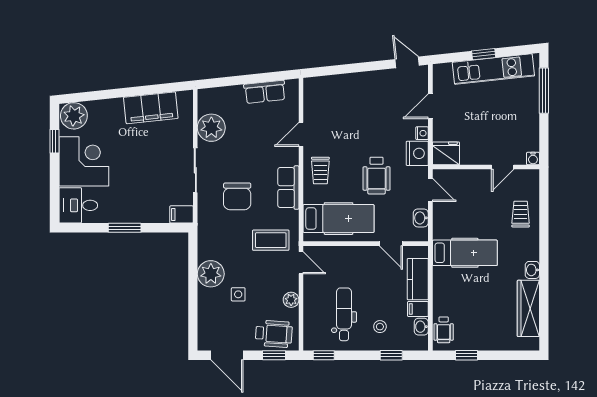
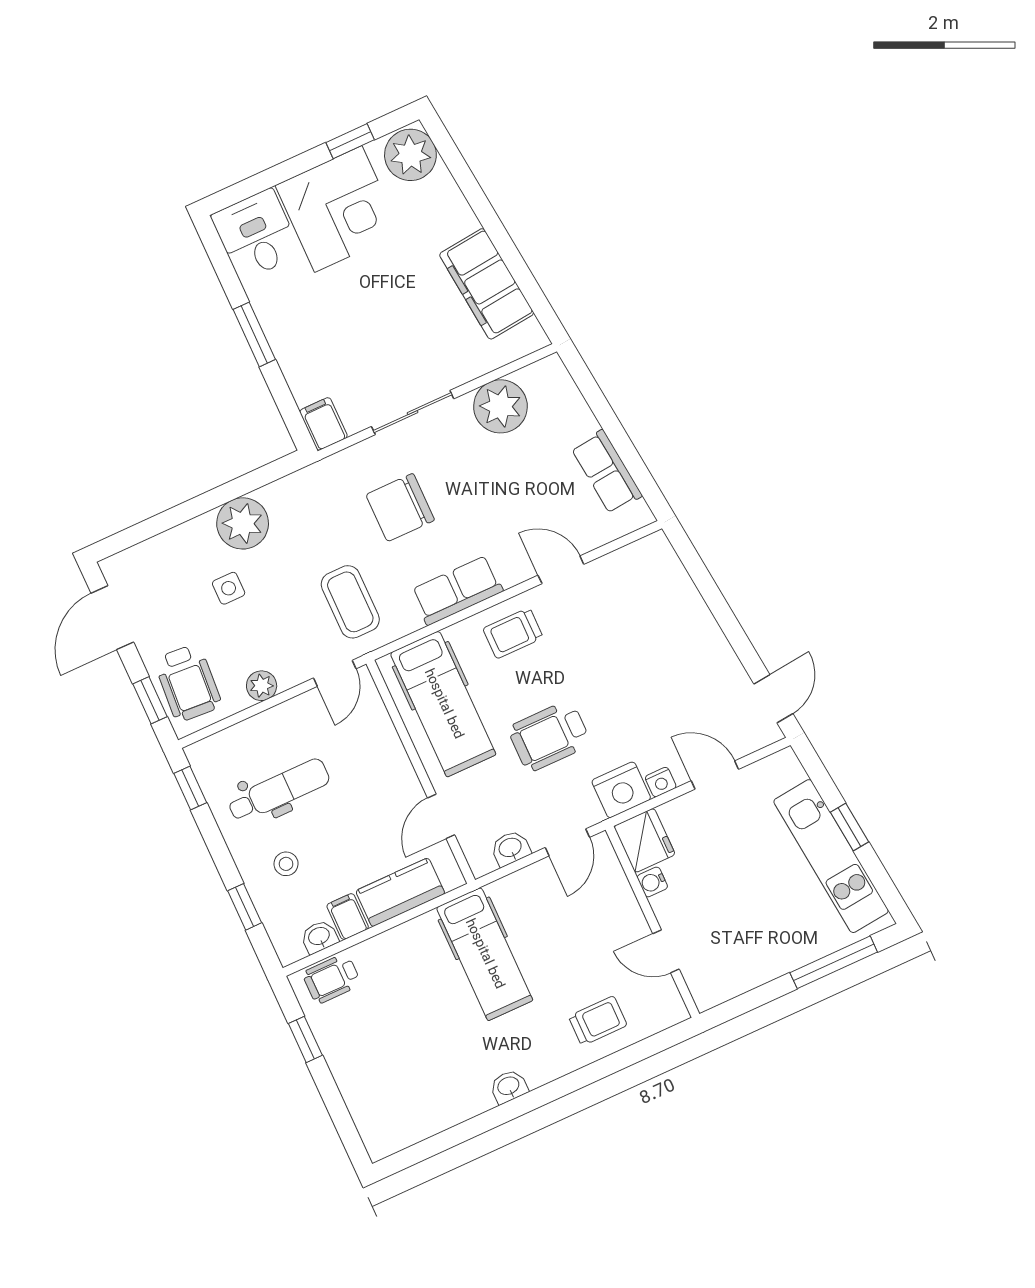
water cooler: (533, 159) -> (652, 882), moved
wardrobe: (528, 308) -> (438, 1111), removed

